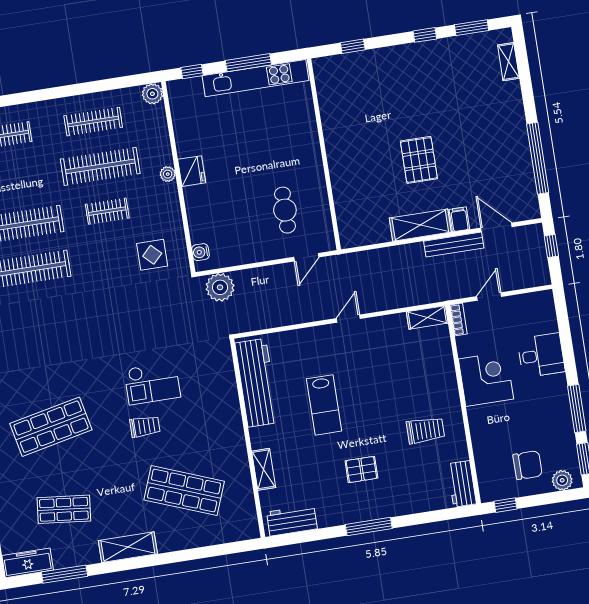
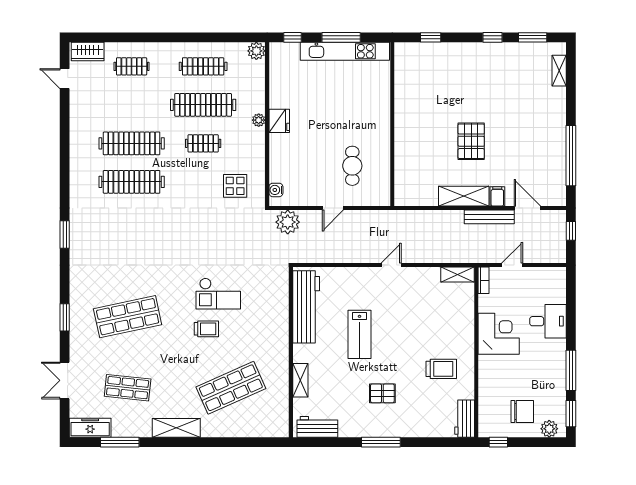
door: (306, 257) -> (333, 208), moved
shop shelf: (184, 491) -> (231, 388), turned -45

